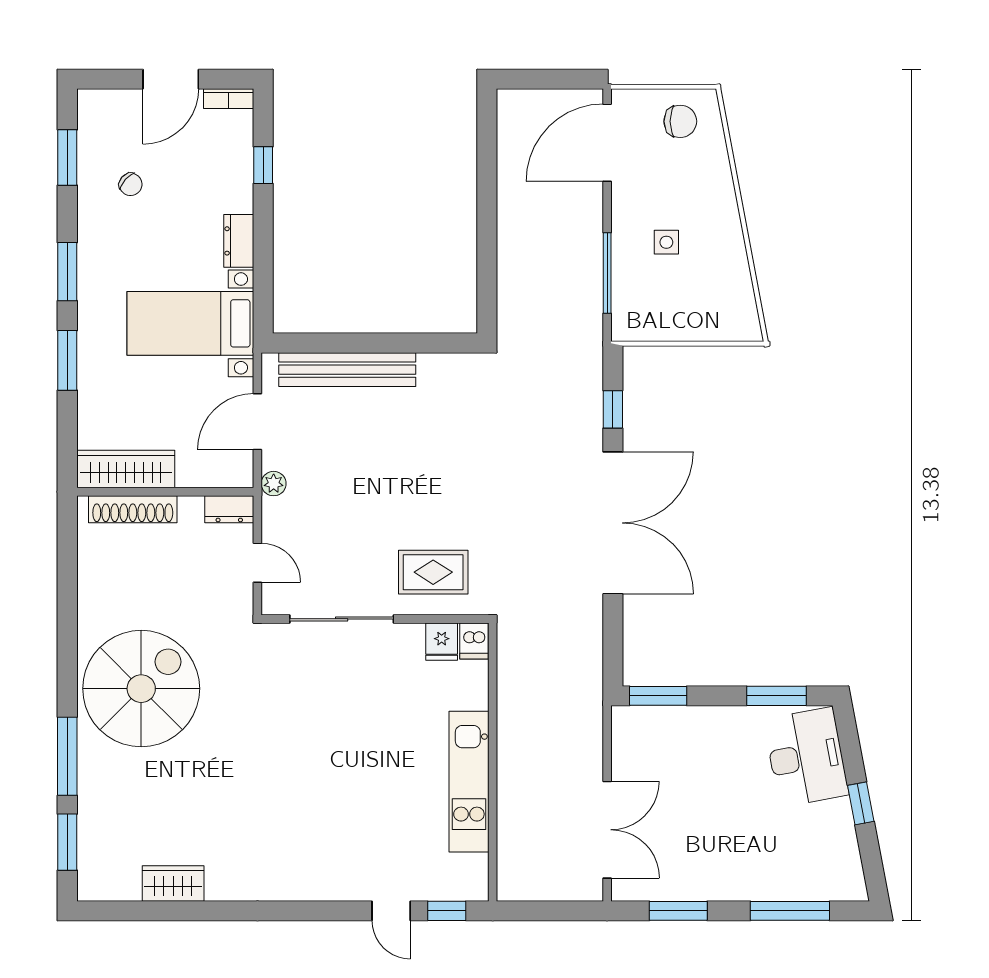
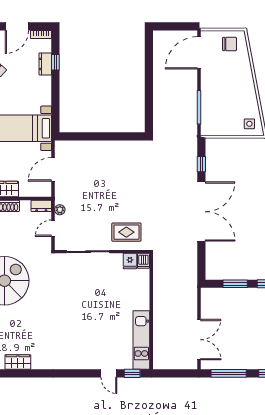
dresser: (239, 241) -> (45, 64), moved
side table: (666, 242) -> (249, 124), moved
bench: (347, 370) -> (91, 148), removed
plant: (274, 484) -> (60, 210), moved
door: (257, 563) -> (53, 228), swing flipped
window: (658, 696) -> (235, 284), moved
kitchen unit: (469, 782) -> (141, 340), moved
window: (678, 911) -> (229, 373), width x1.44

